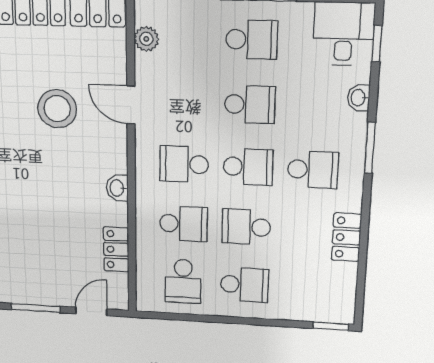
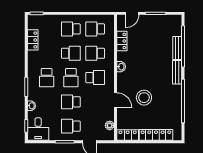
school desk: (248, 167) -> (71, 78), turned -90
school desk: (313, 170) -> (47, 78), turned -90
locker: (346, 237) -> (33, 40), moved
school desk: (183, 281) -> (95, 29), turned -90

